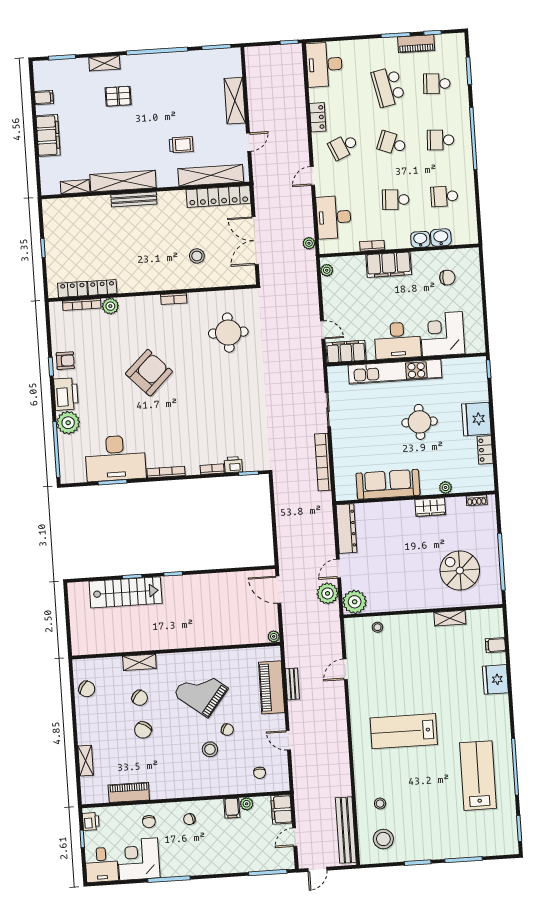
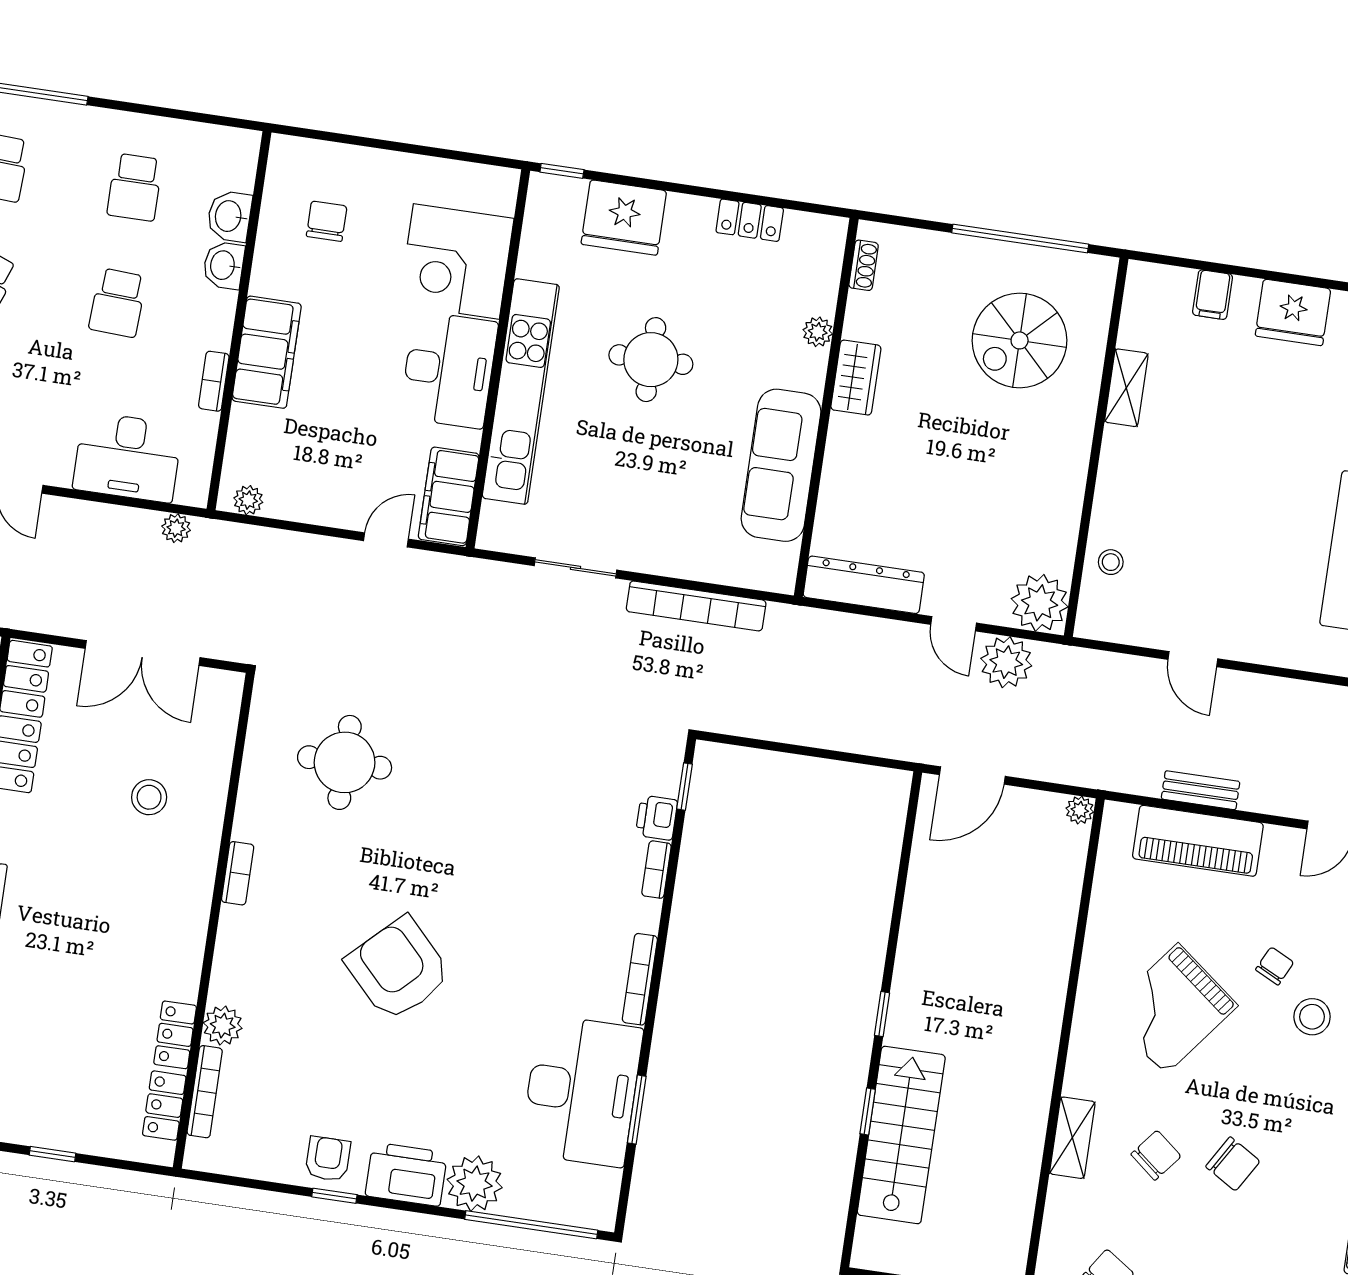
fridge: (476, 419) -> (624, 217), moved

